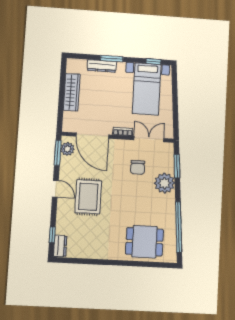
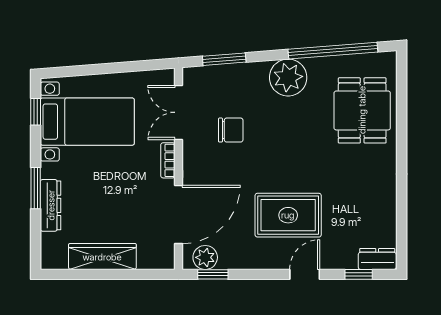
window: (58, 153) -> (213, 274), width x0.67
plant: (165, 183) -> (288, 78), moved
door: (55, 189) -> (305, 274), moved

